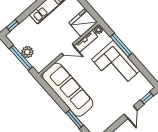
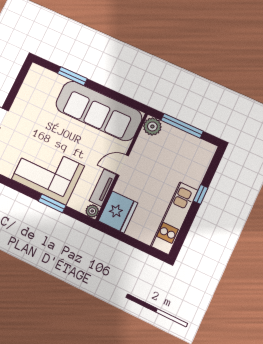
window: (13, 25) -> (201, 194), moved
window: (121, 45) -> (52, 203), width x0.69
plant: (27, 52) -> (152, 126), moved

